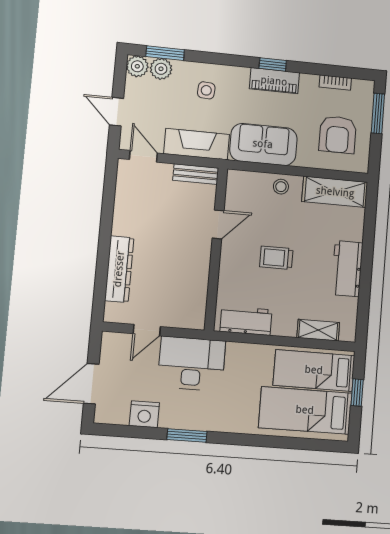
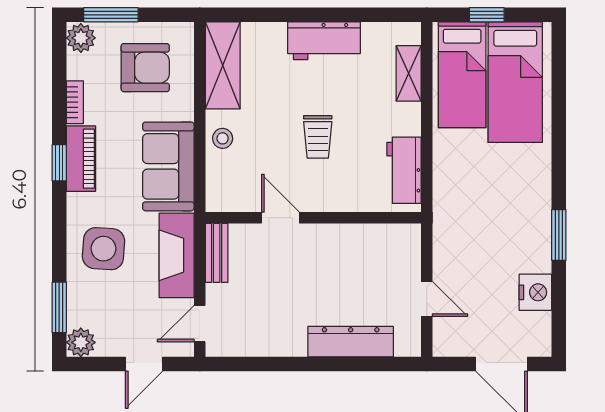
plant: (161, 69) -> (81, 38), moved
bookcase: (335, 83) -> (75, 102), moved
side table: (206, 90) -> (103, 249), width x1.87, depth x1.87
desk: (192, 364) -> (466, 237), removed

